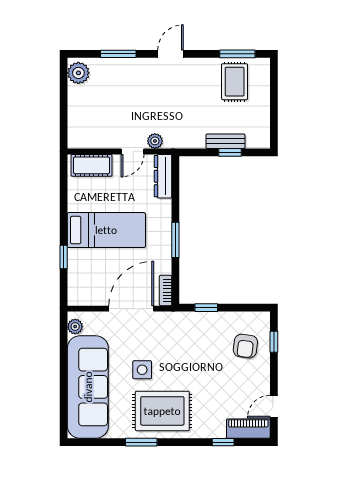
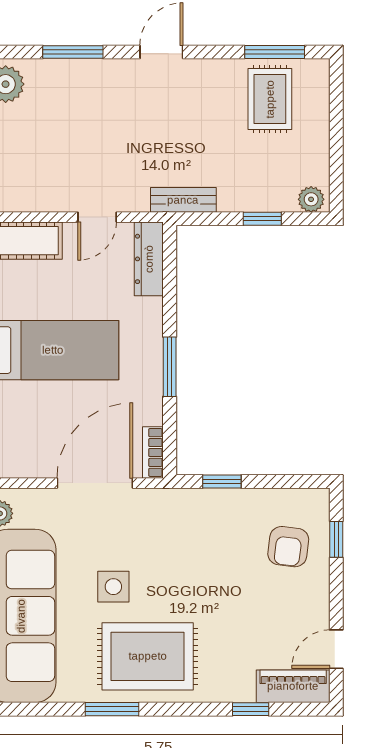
plant: (155, 141) -> (311, 199), moved
bench: (225, 141) -> (183, 200), moved

